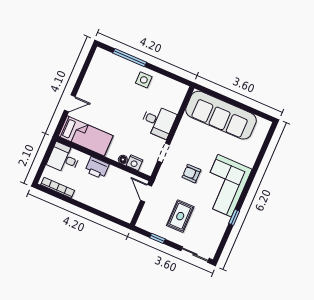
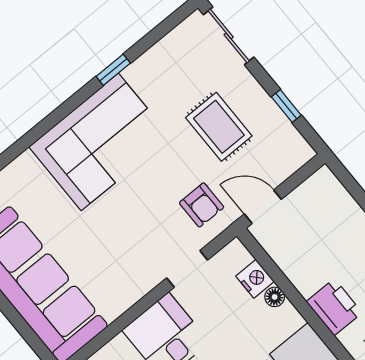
armchair: (191, 174) -> (202, 205), moved
door: (146, 193) -> (263, 207), swing flipped
rug: (180, 216) -> (219, 127), turned 90

